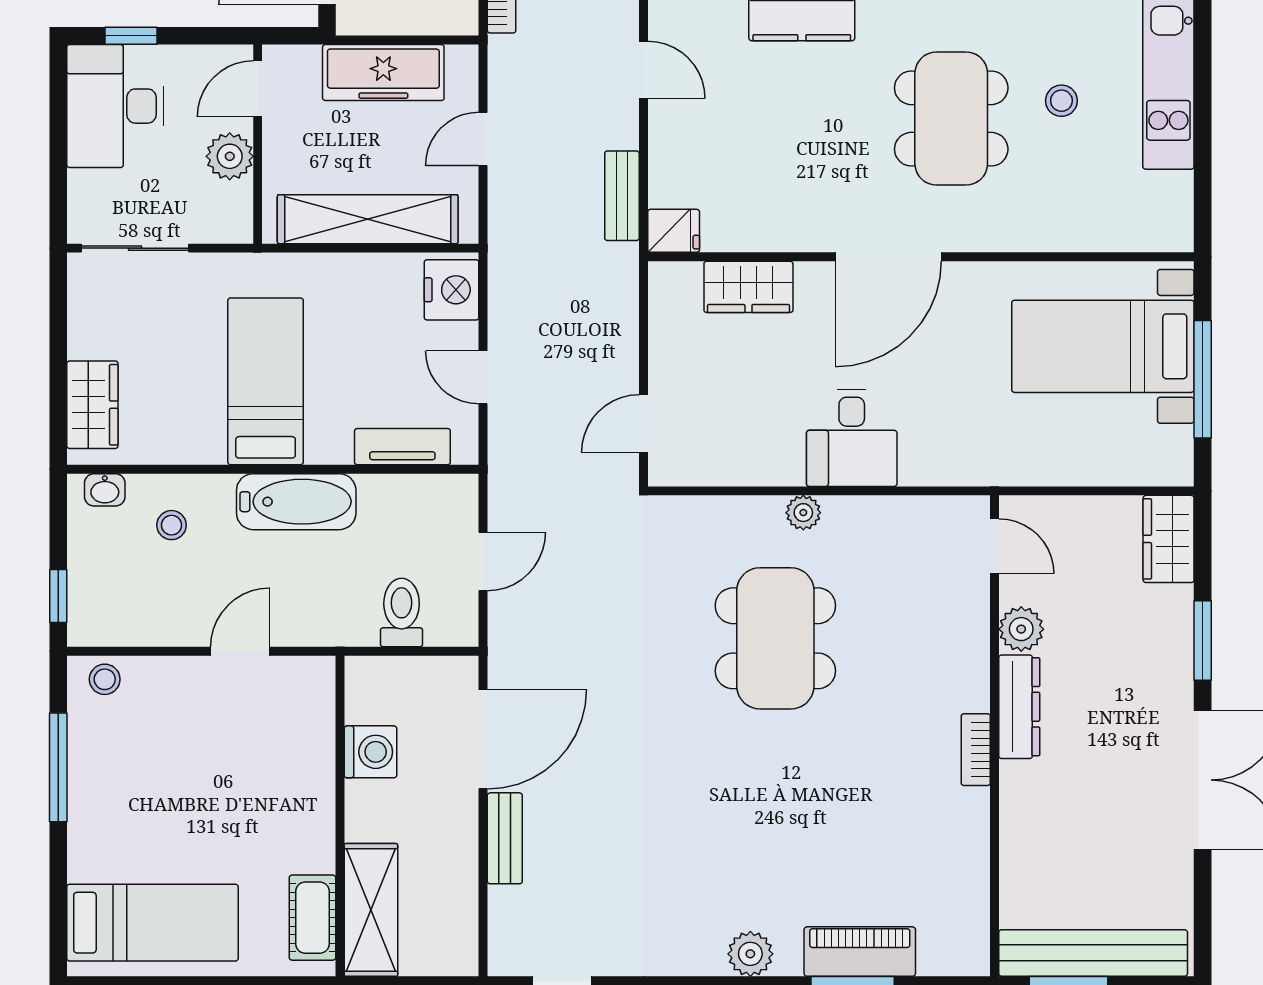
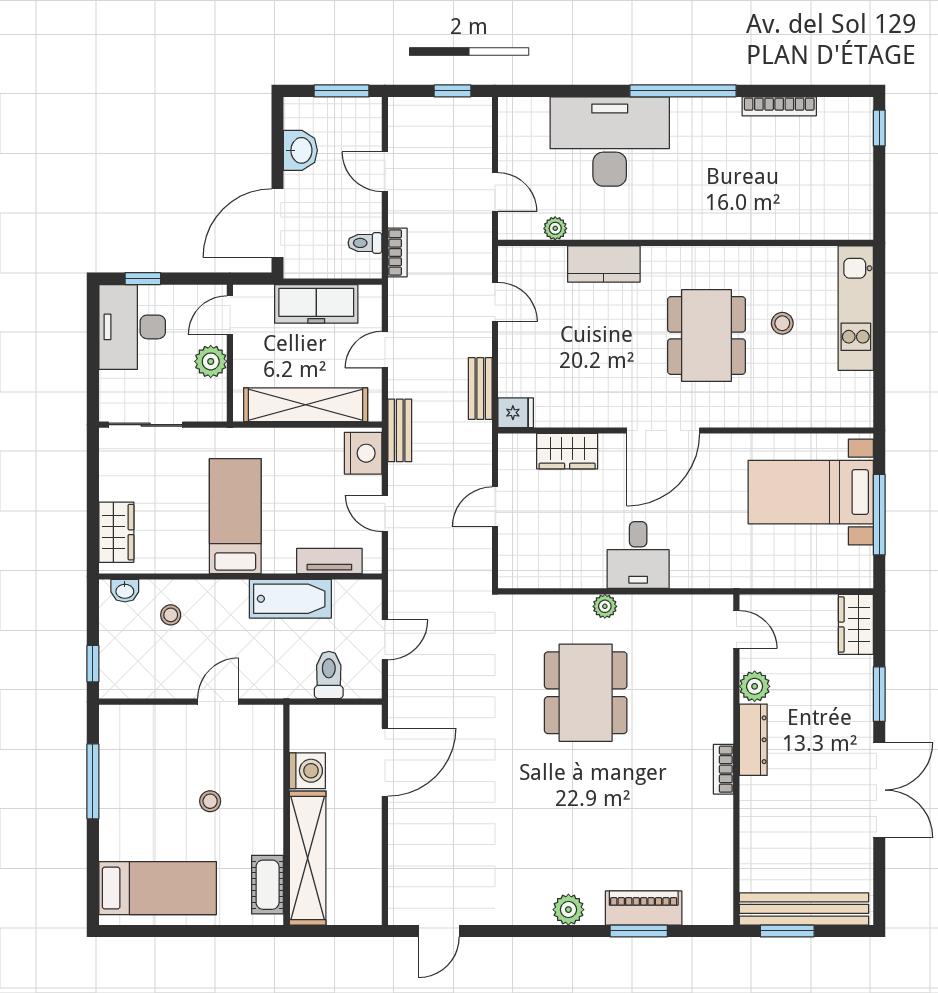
door: (643, 424) -> (495, 507), moved
bathtub: (296, 502) -> (290, 599), moved
stool: (105, 679) -> (210, 801), moved
bench: (505, 838) -> (400, 430), moved
shelving: (371, 910) -> (308, 858), width x1.47

